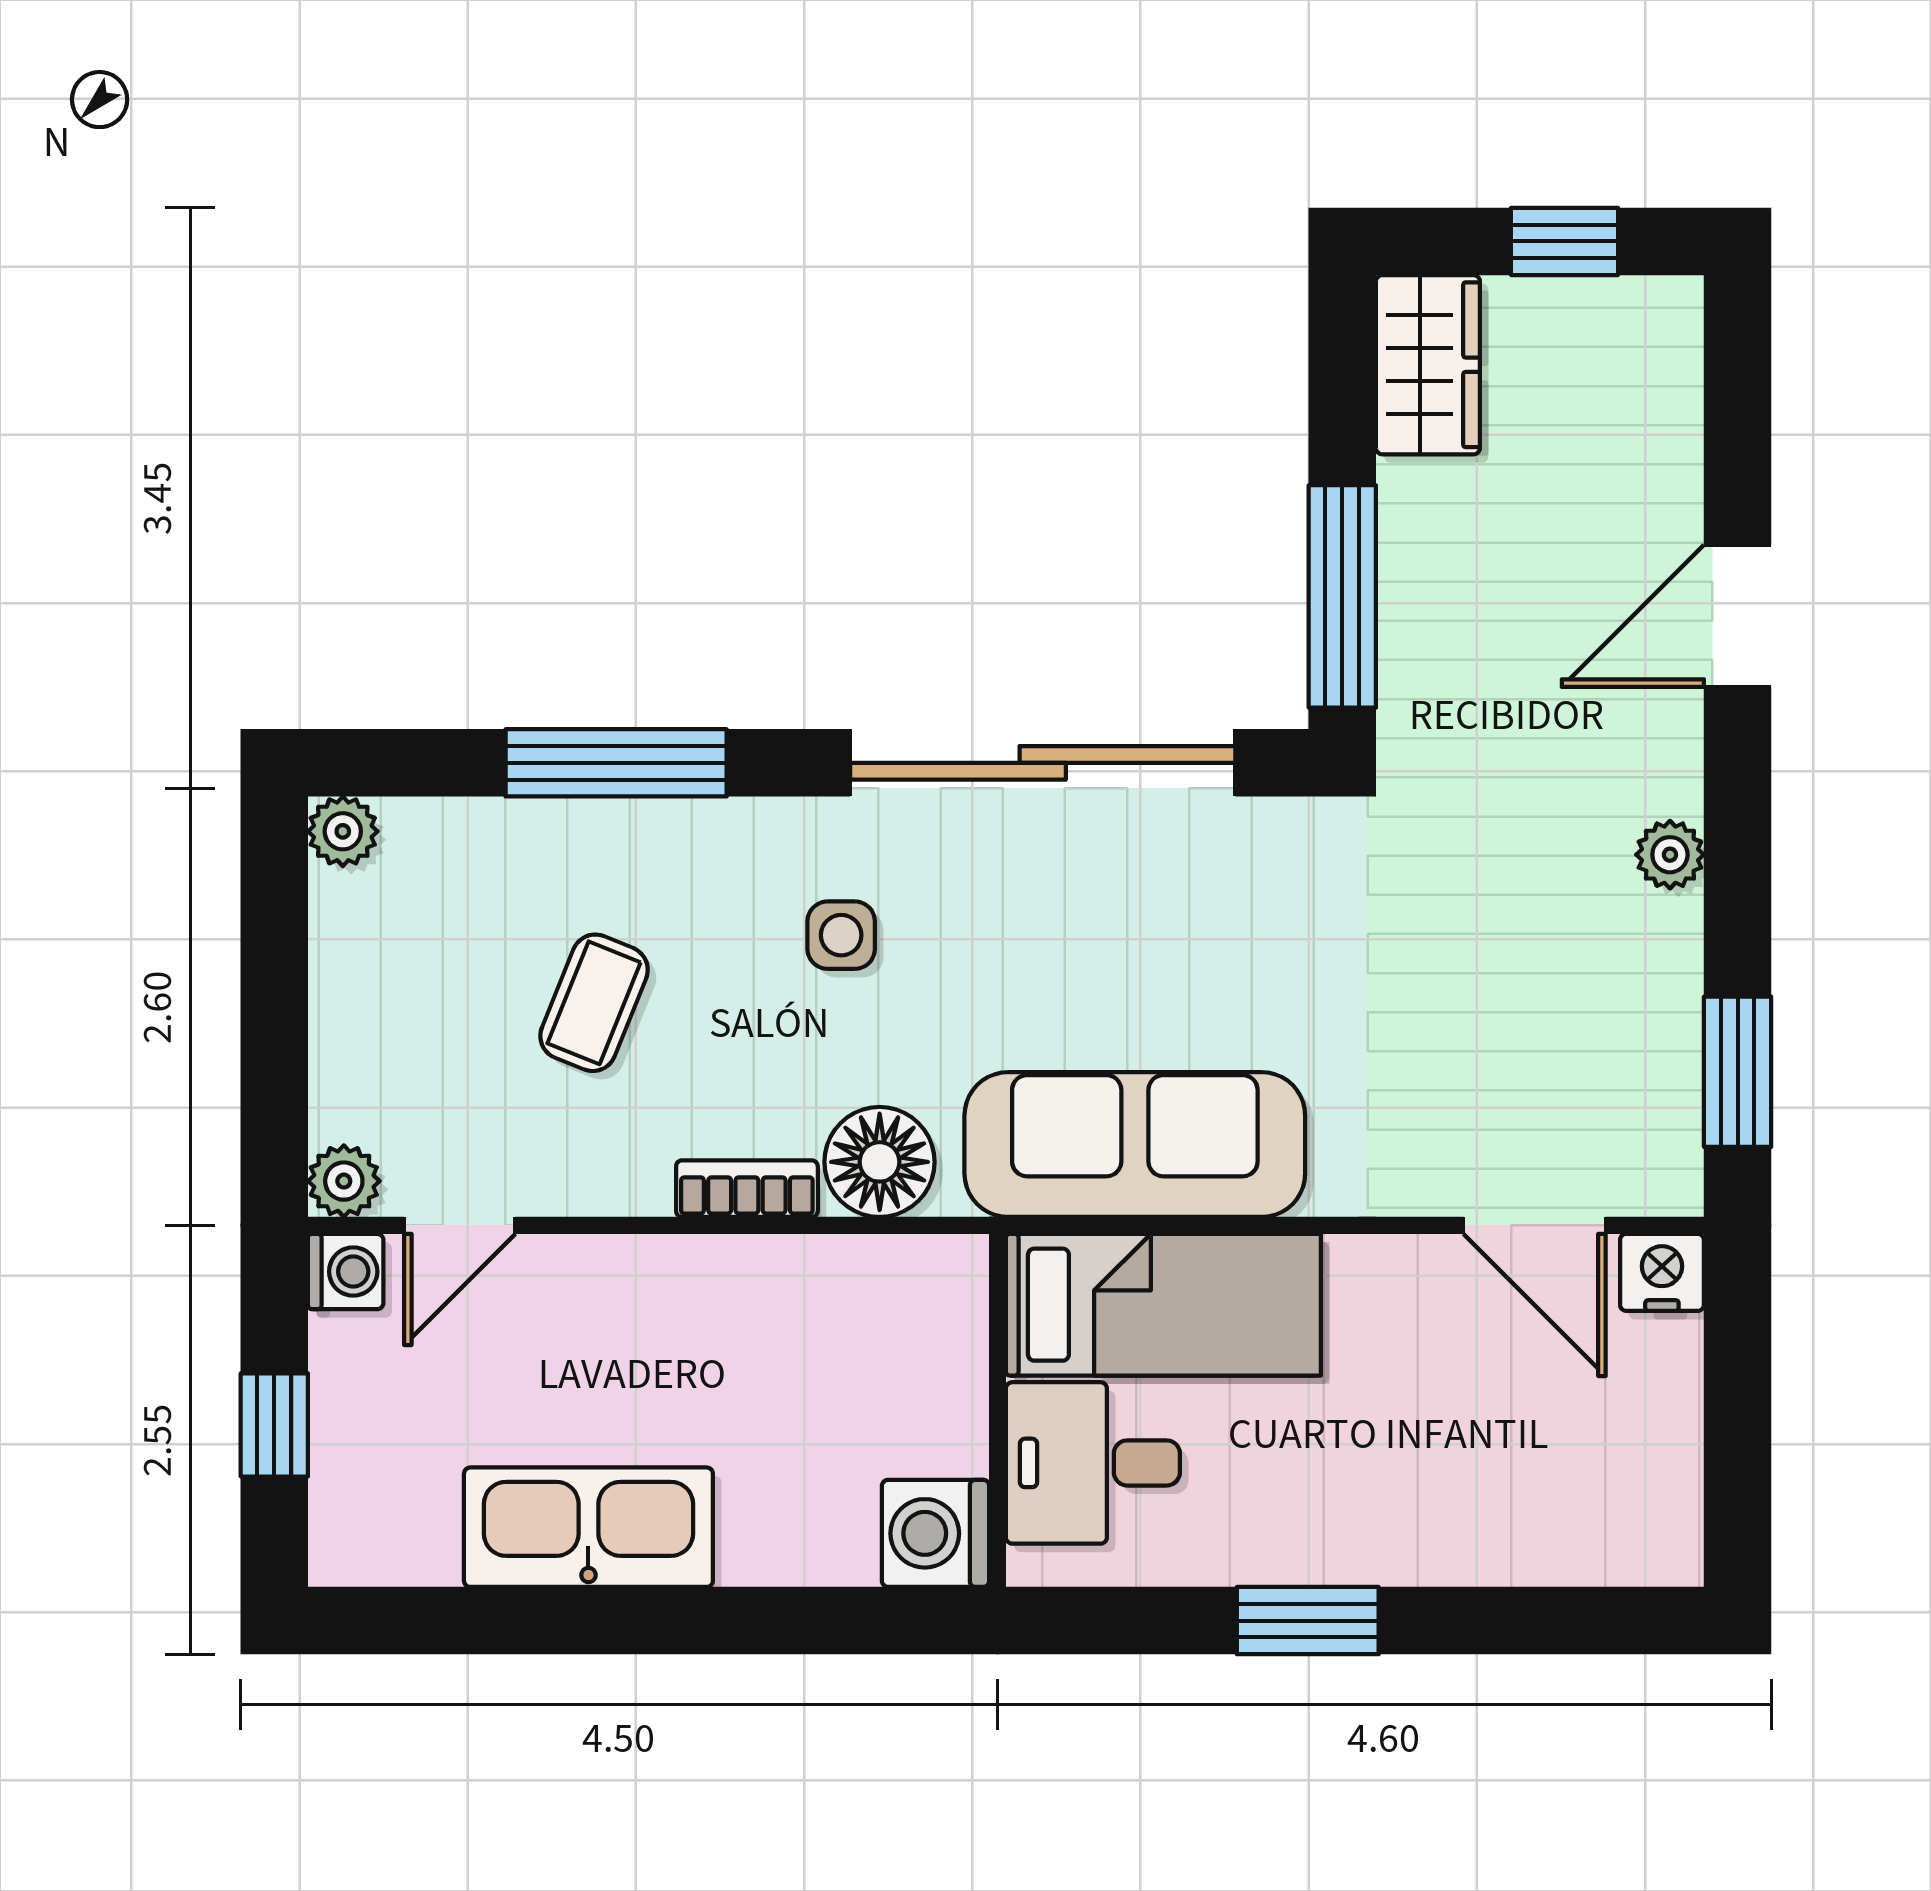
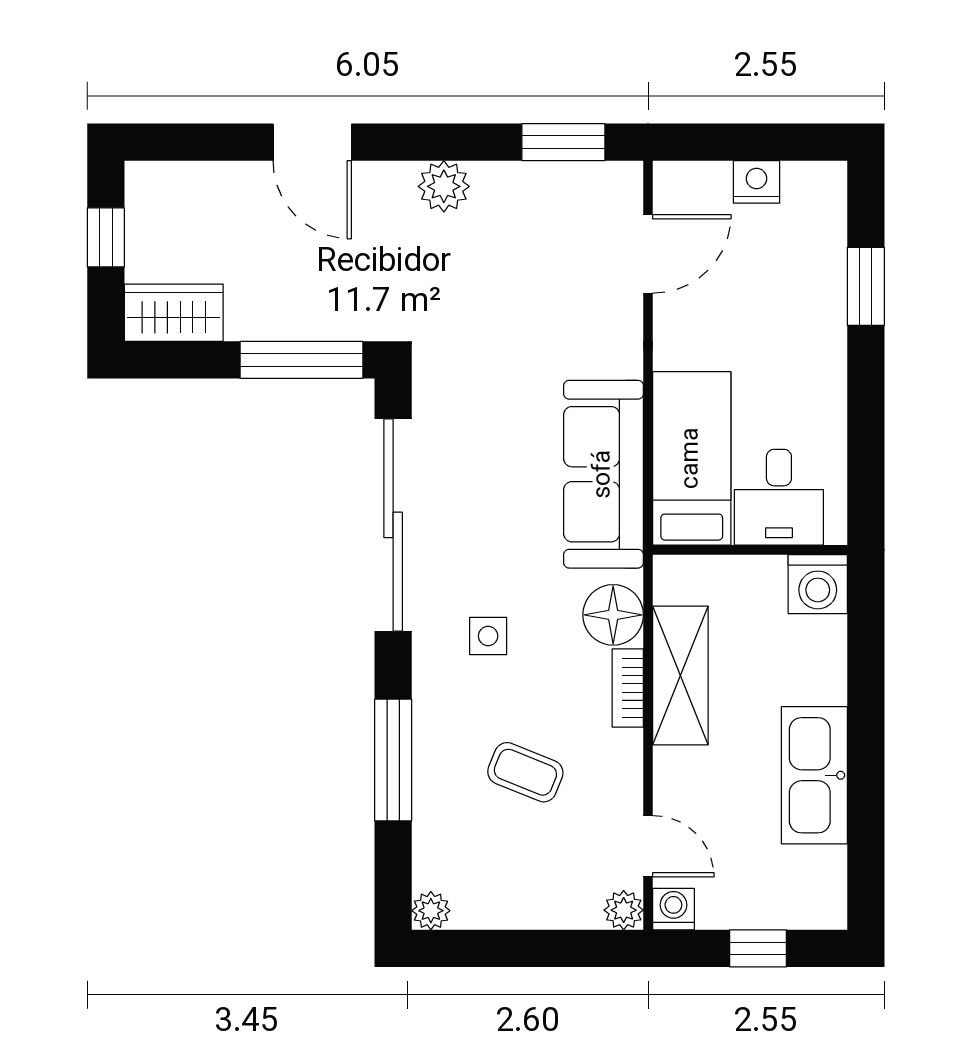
plant: (1670, 855) -> (444, 186), width x1.38, depth x1.38
nightstand: (1662, 1272) -> (756, 182), moved, turned 90
shelving: (769, 1284) -> (680, 676), added
window: (1308, 1621) -> (866, 286), moved

